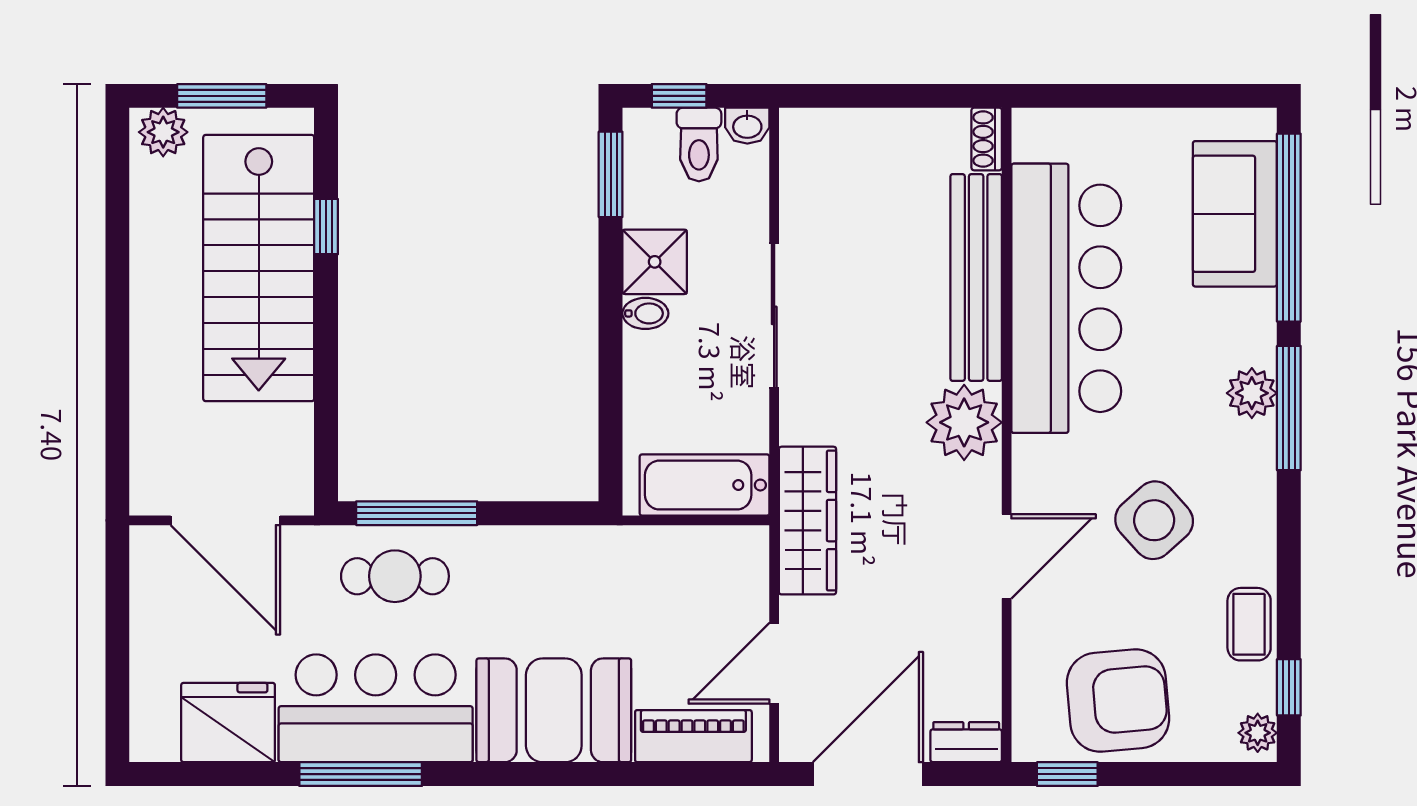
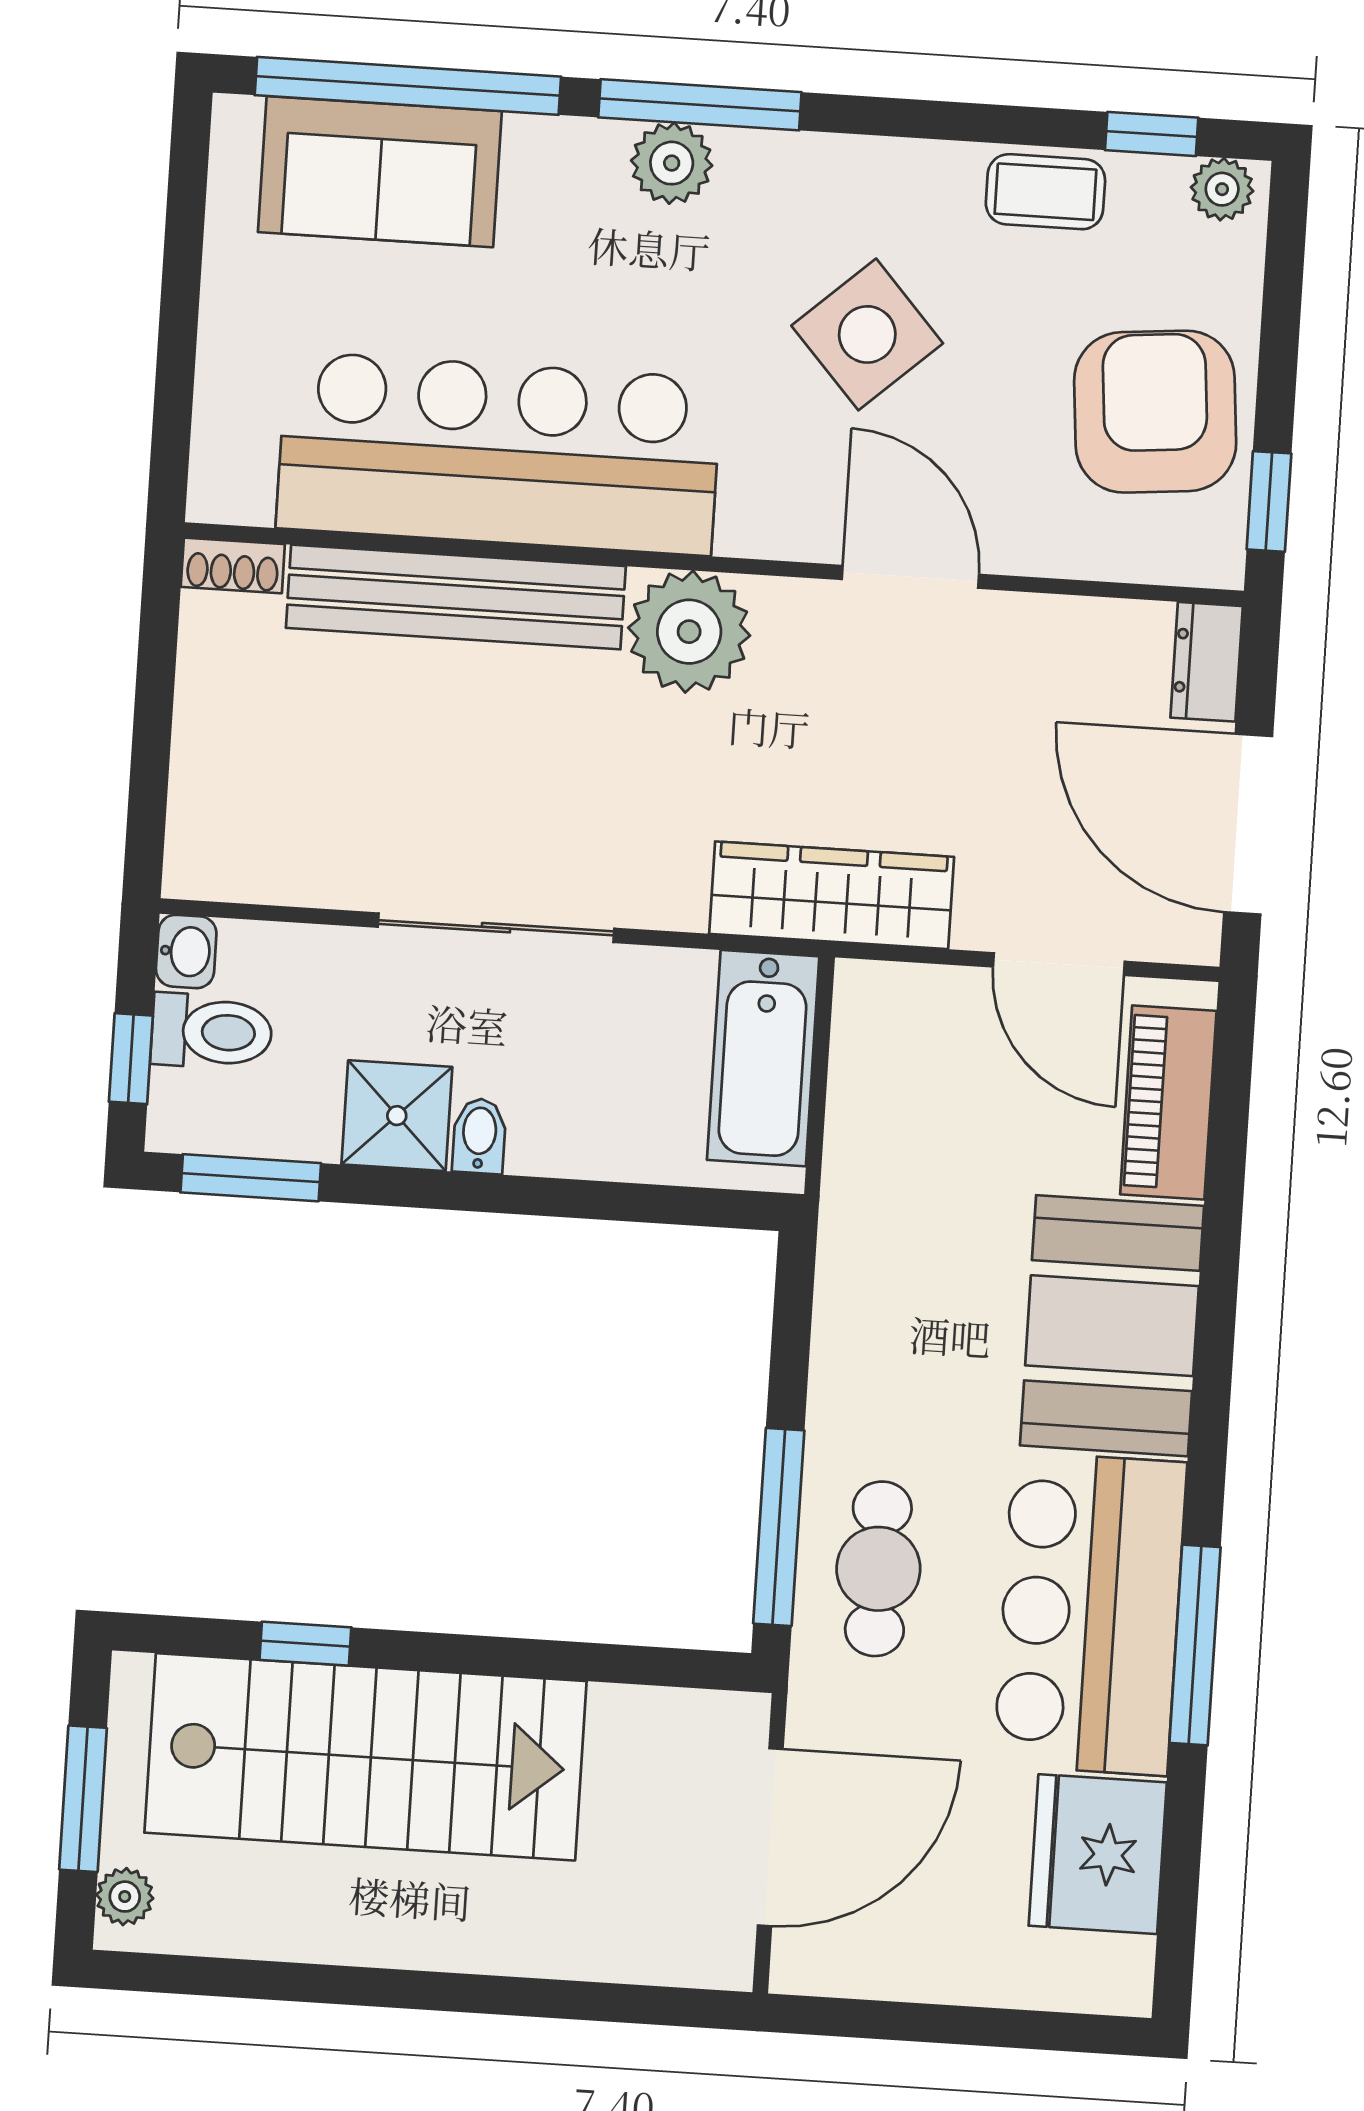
plant: (163, 132) -> (125, 1897), width x0.73, depth x0.73

